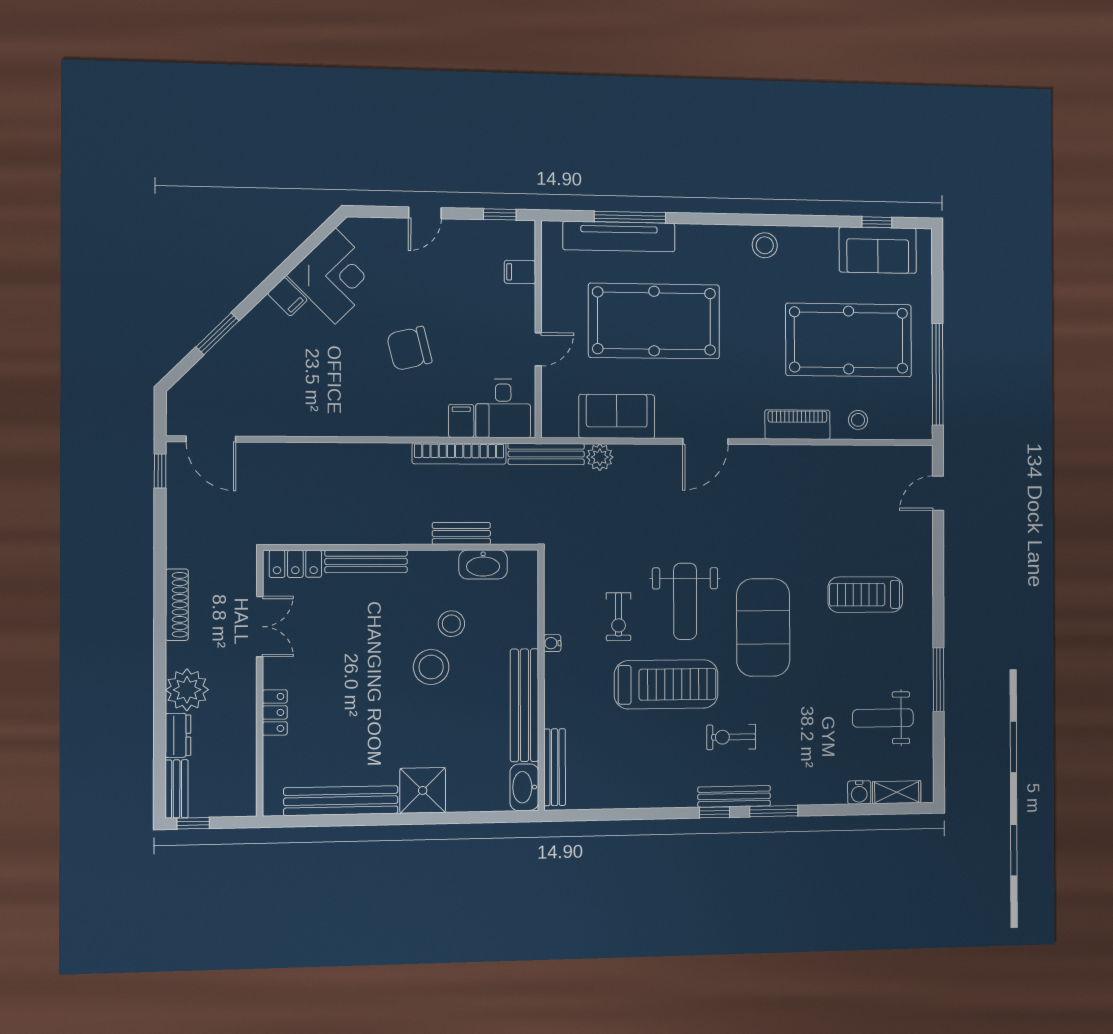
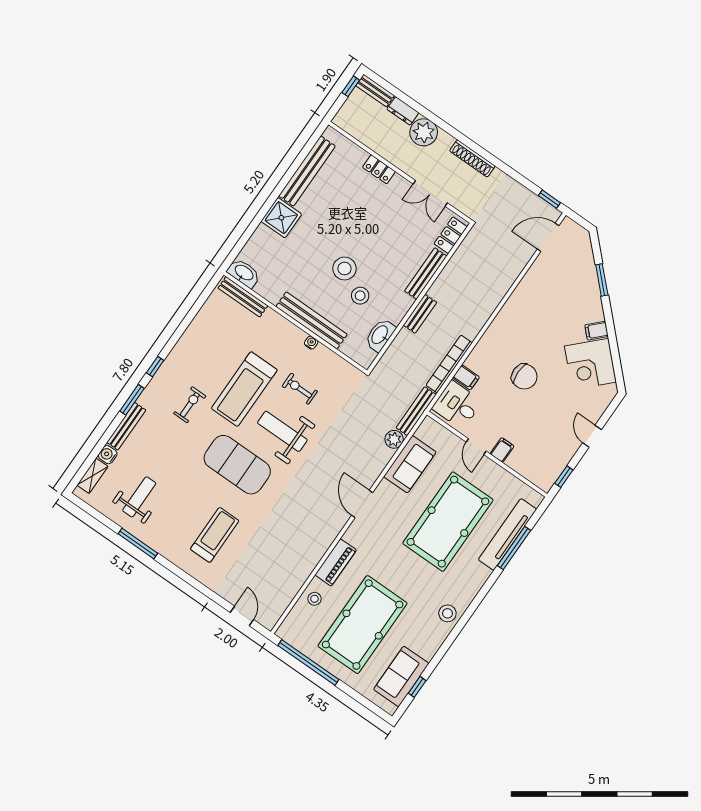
filing cabinet: (520, 272) -> (502, 450), moved
chair: (409, 348) -> (524, 377), turned 104
bench: (461, 533) -> (420, 314), moved
bench: (524, 705) -> (312, 320), moved
bench: (734, 796) -> (126, 426), moved

